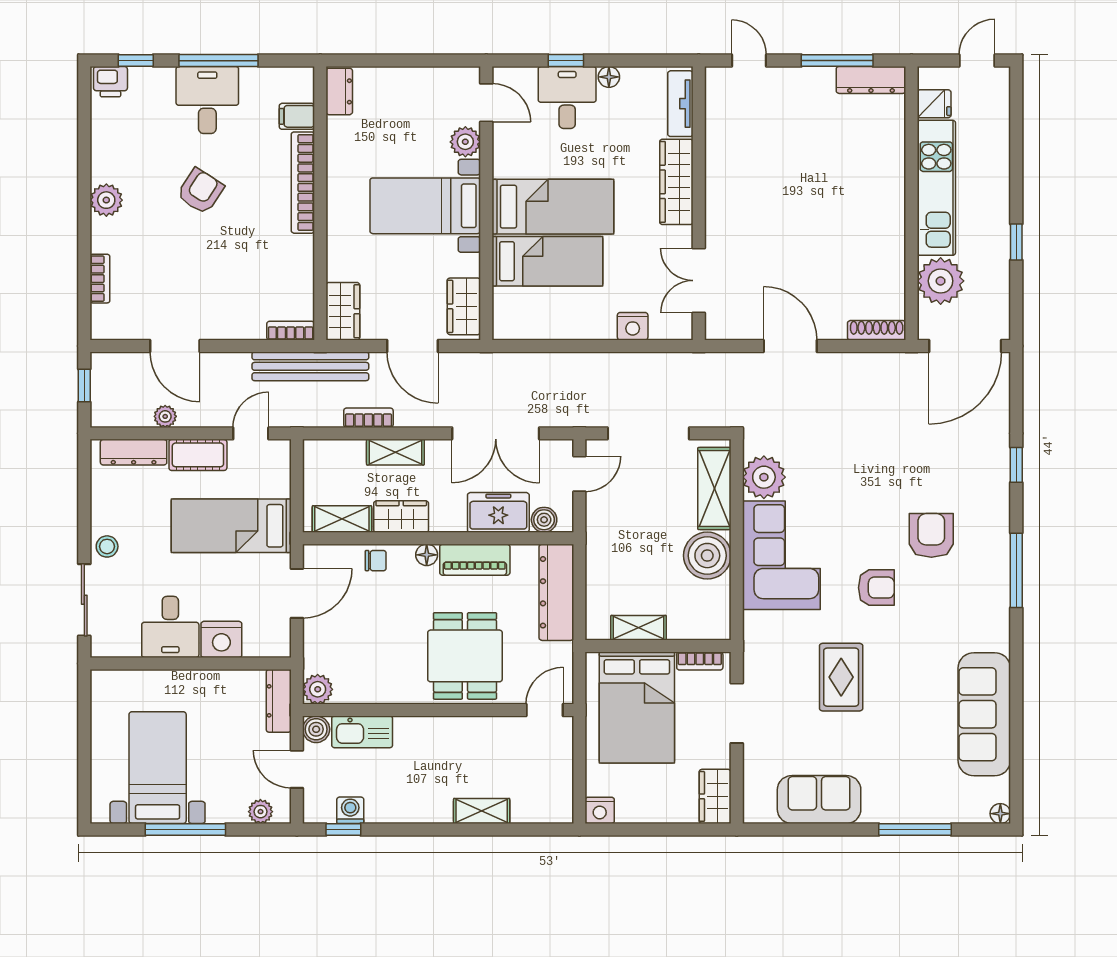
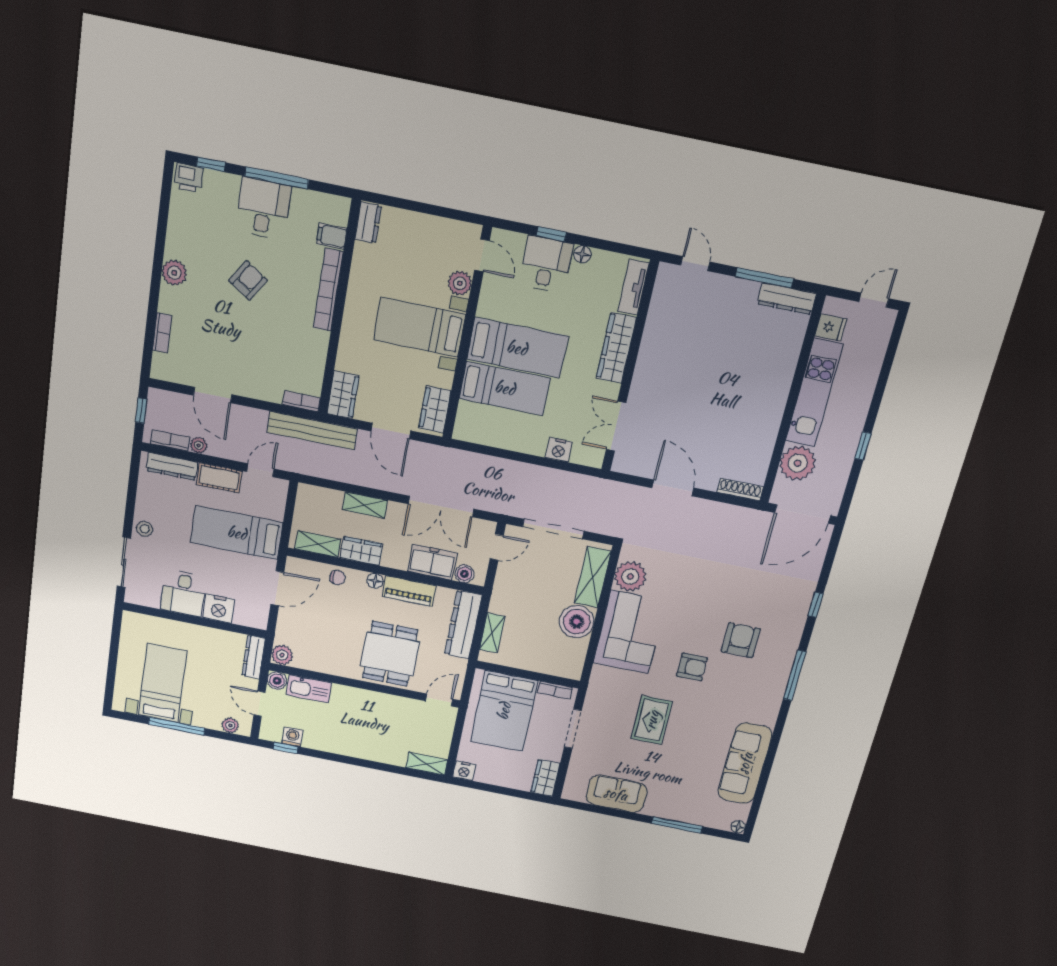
bookcase: (368, 418) -> (170, 441), moved
shelving: (639, 628) -> (492, 633), moved, turned 90
shelving: (482, 811) -> (427, 764), moved

